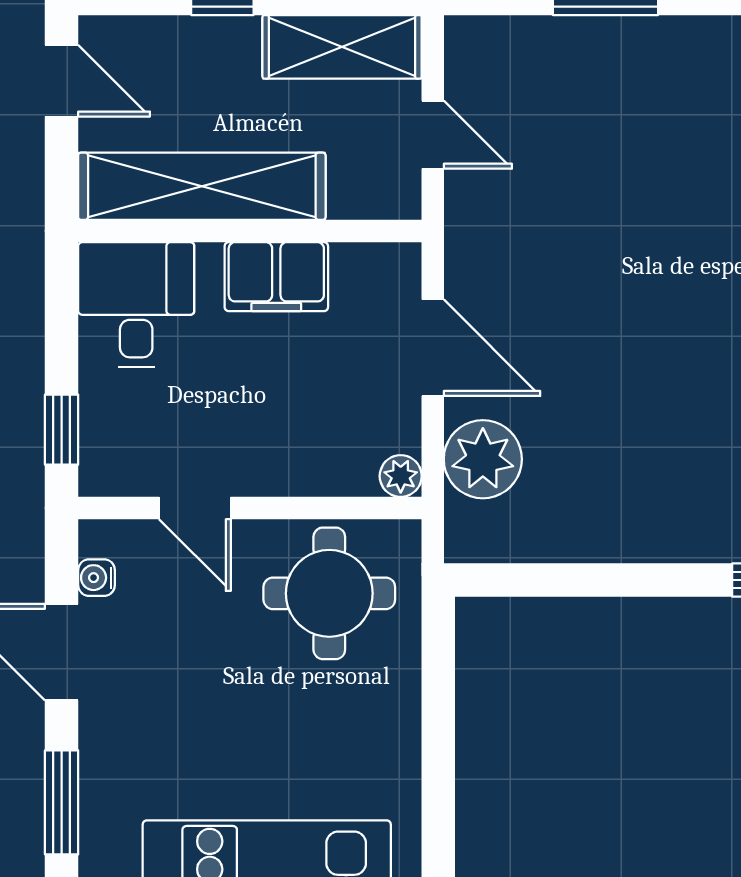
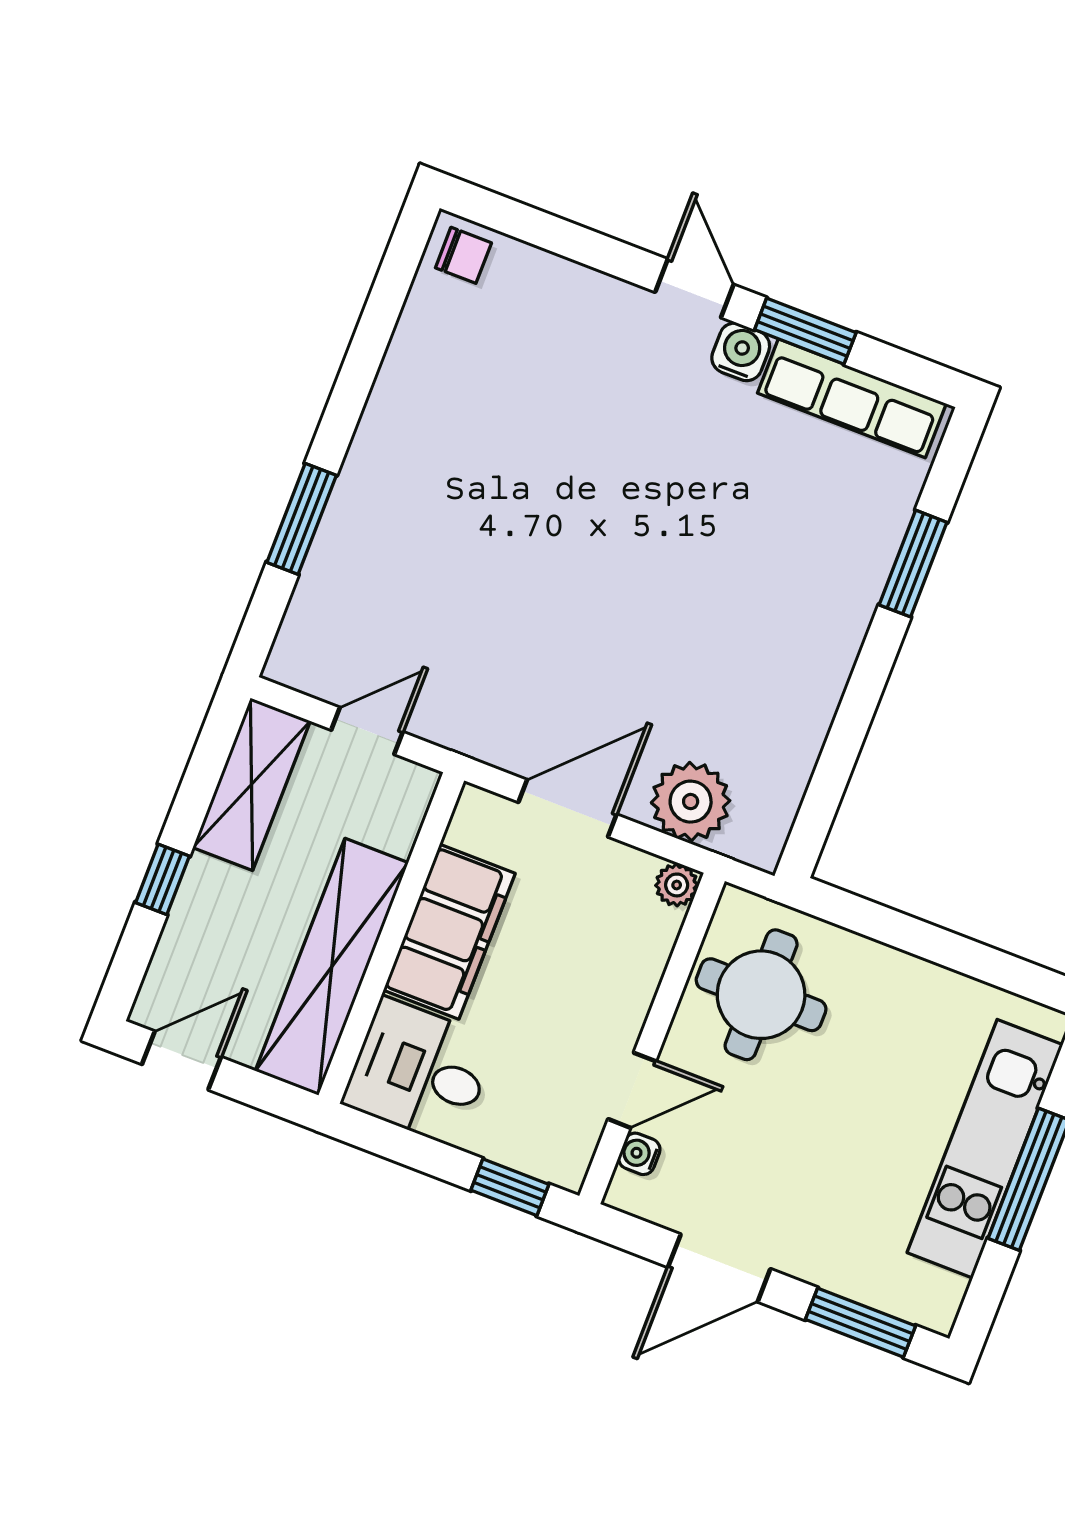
filing cabinet: (276, 277) -> (449, 932), width x1.50, depth x1.17
water cooler: (97, 578) -> (639, 1154), moved, turned 90

